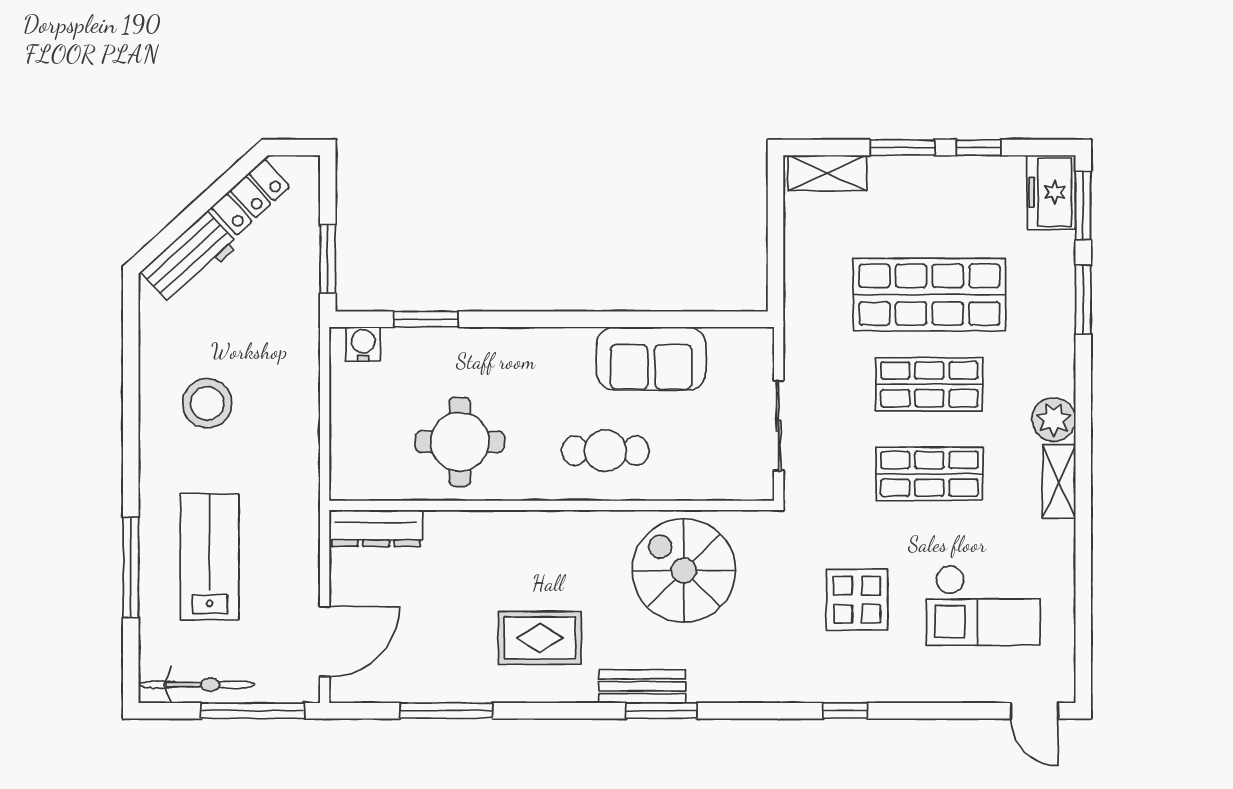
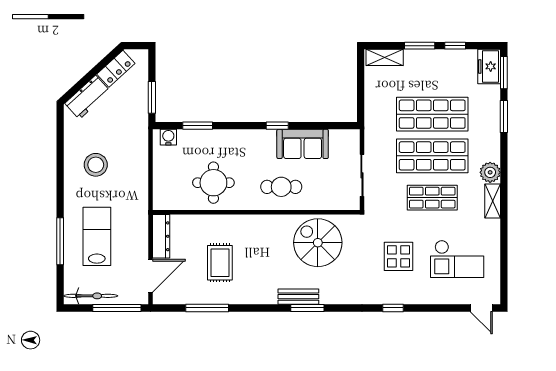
window: (597, 319) -> (277, 126), added
shop shelf: (929, 384) -> (432, 156), width x1.43, depth x1.36
dresser: (376, 528) -> (161, 236), moved, turned -90
rug: (540, 638) -> (220, 263), moved, turned 90

